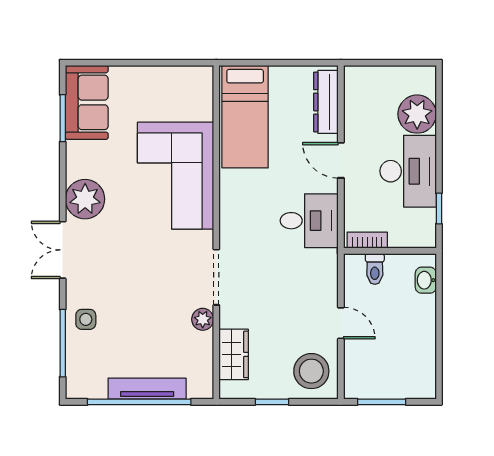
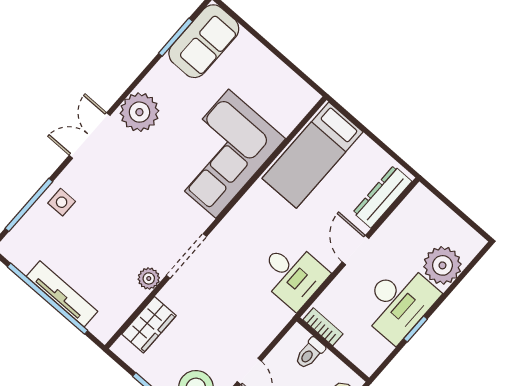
window: (439, 208) -> (416, 329), moved

